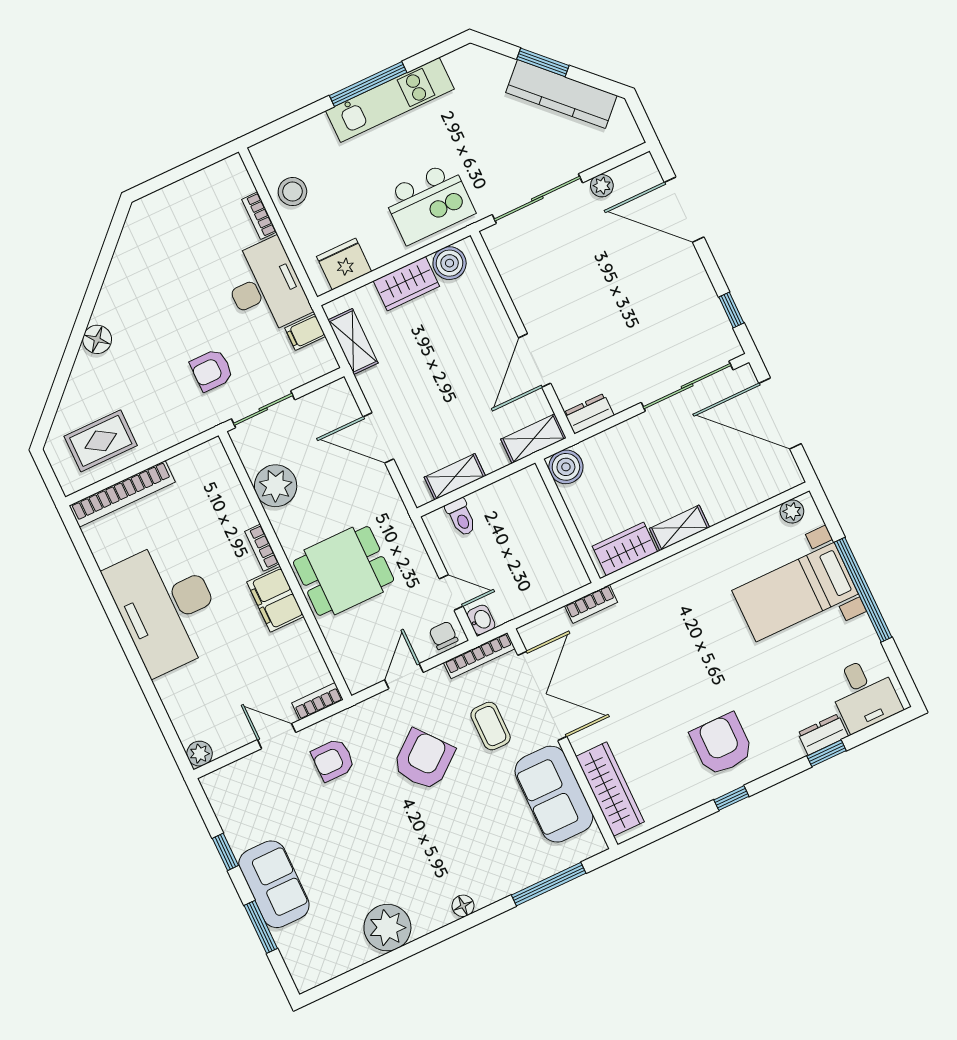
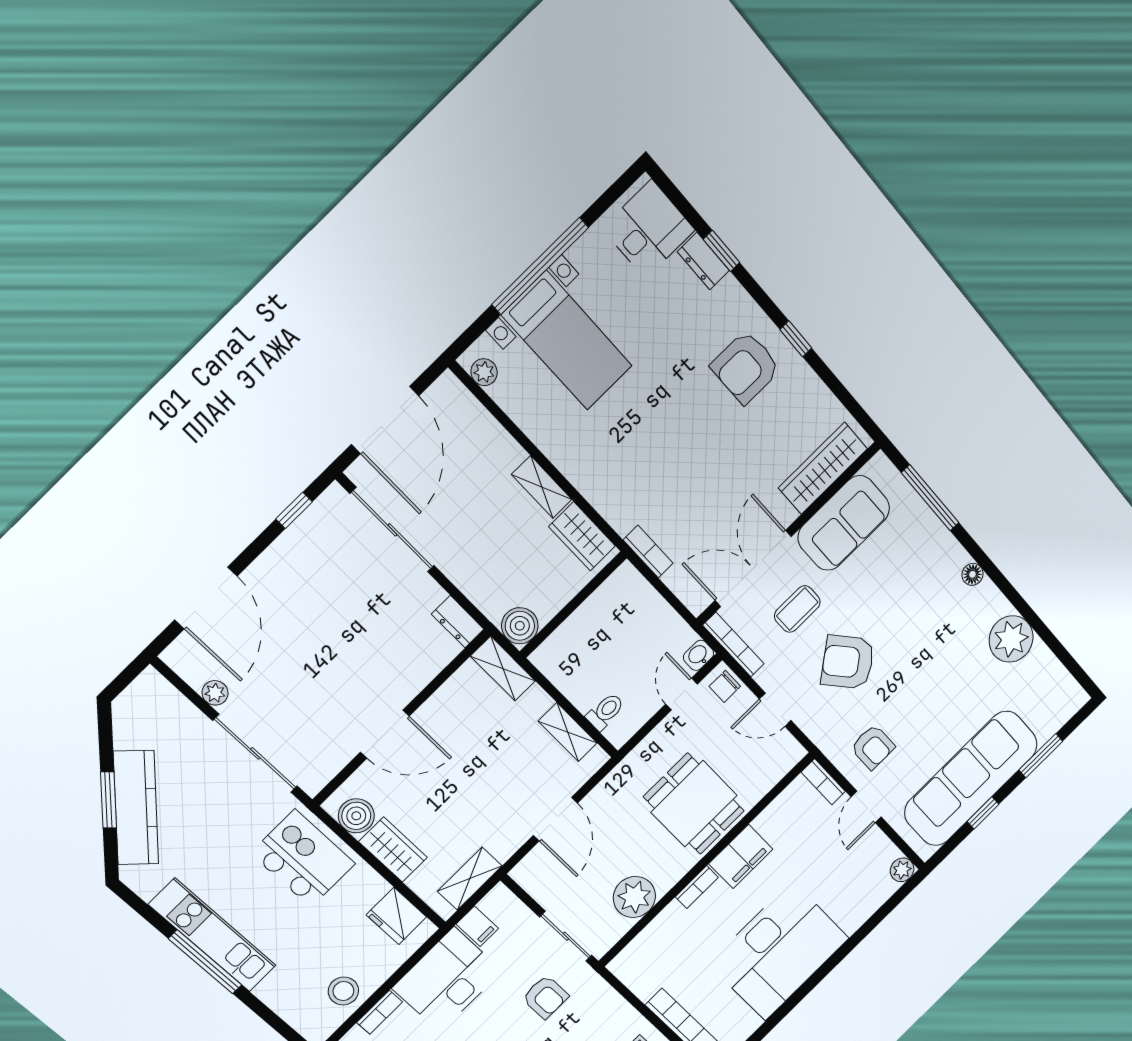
kitchen counter: (561, 94) -> (136, 808), moved
door: (535, 360) -> (385, 734), moved
sofa: (274, 884) -> (971, 779), width x1.85, depth x1.27

